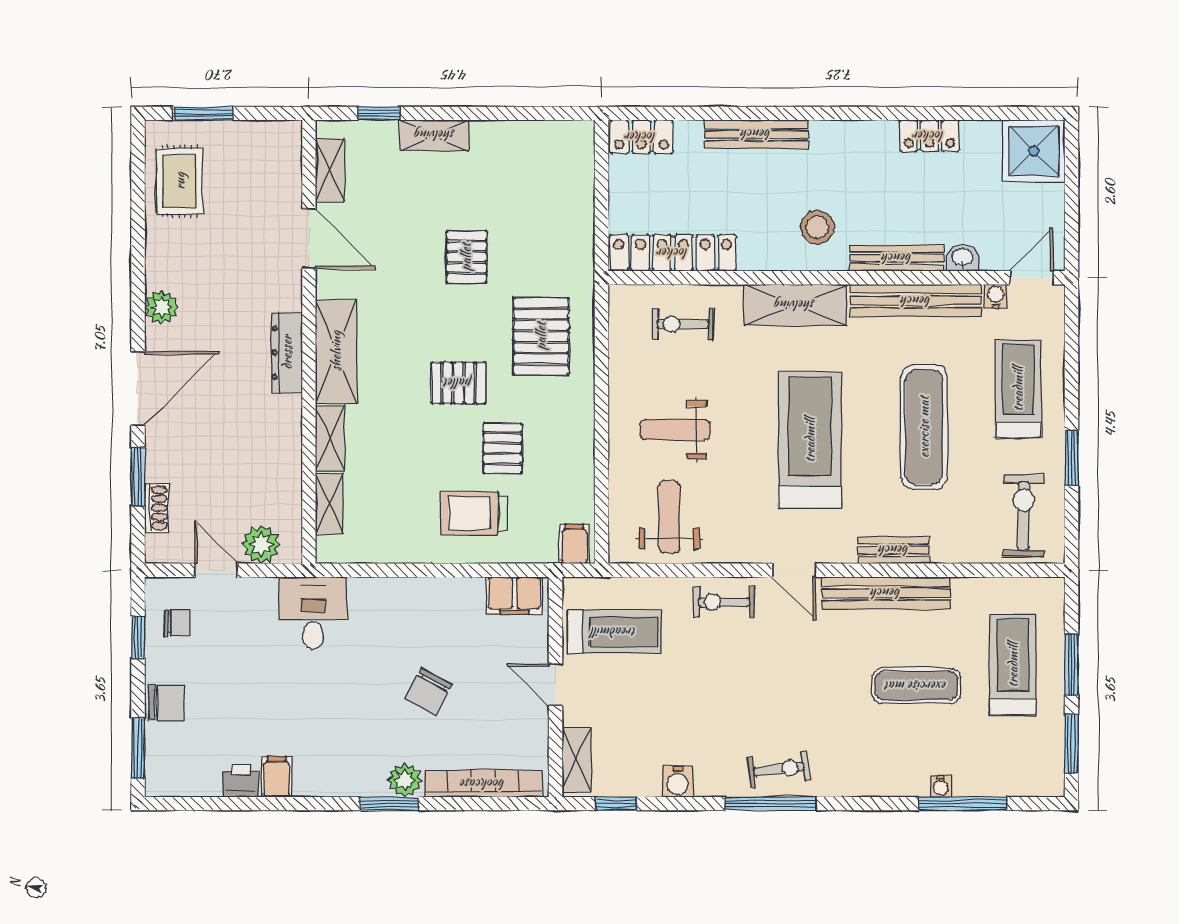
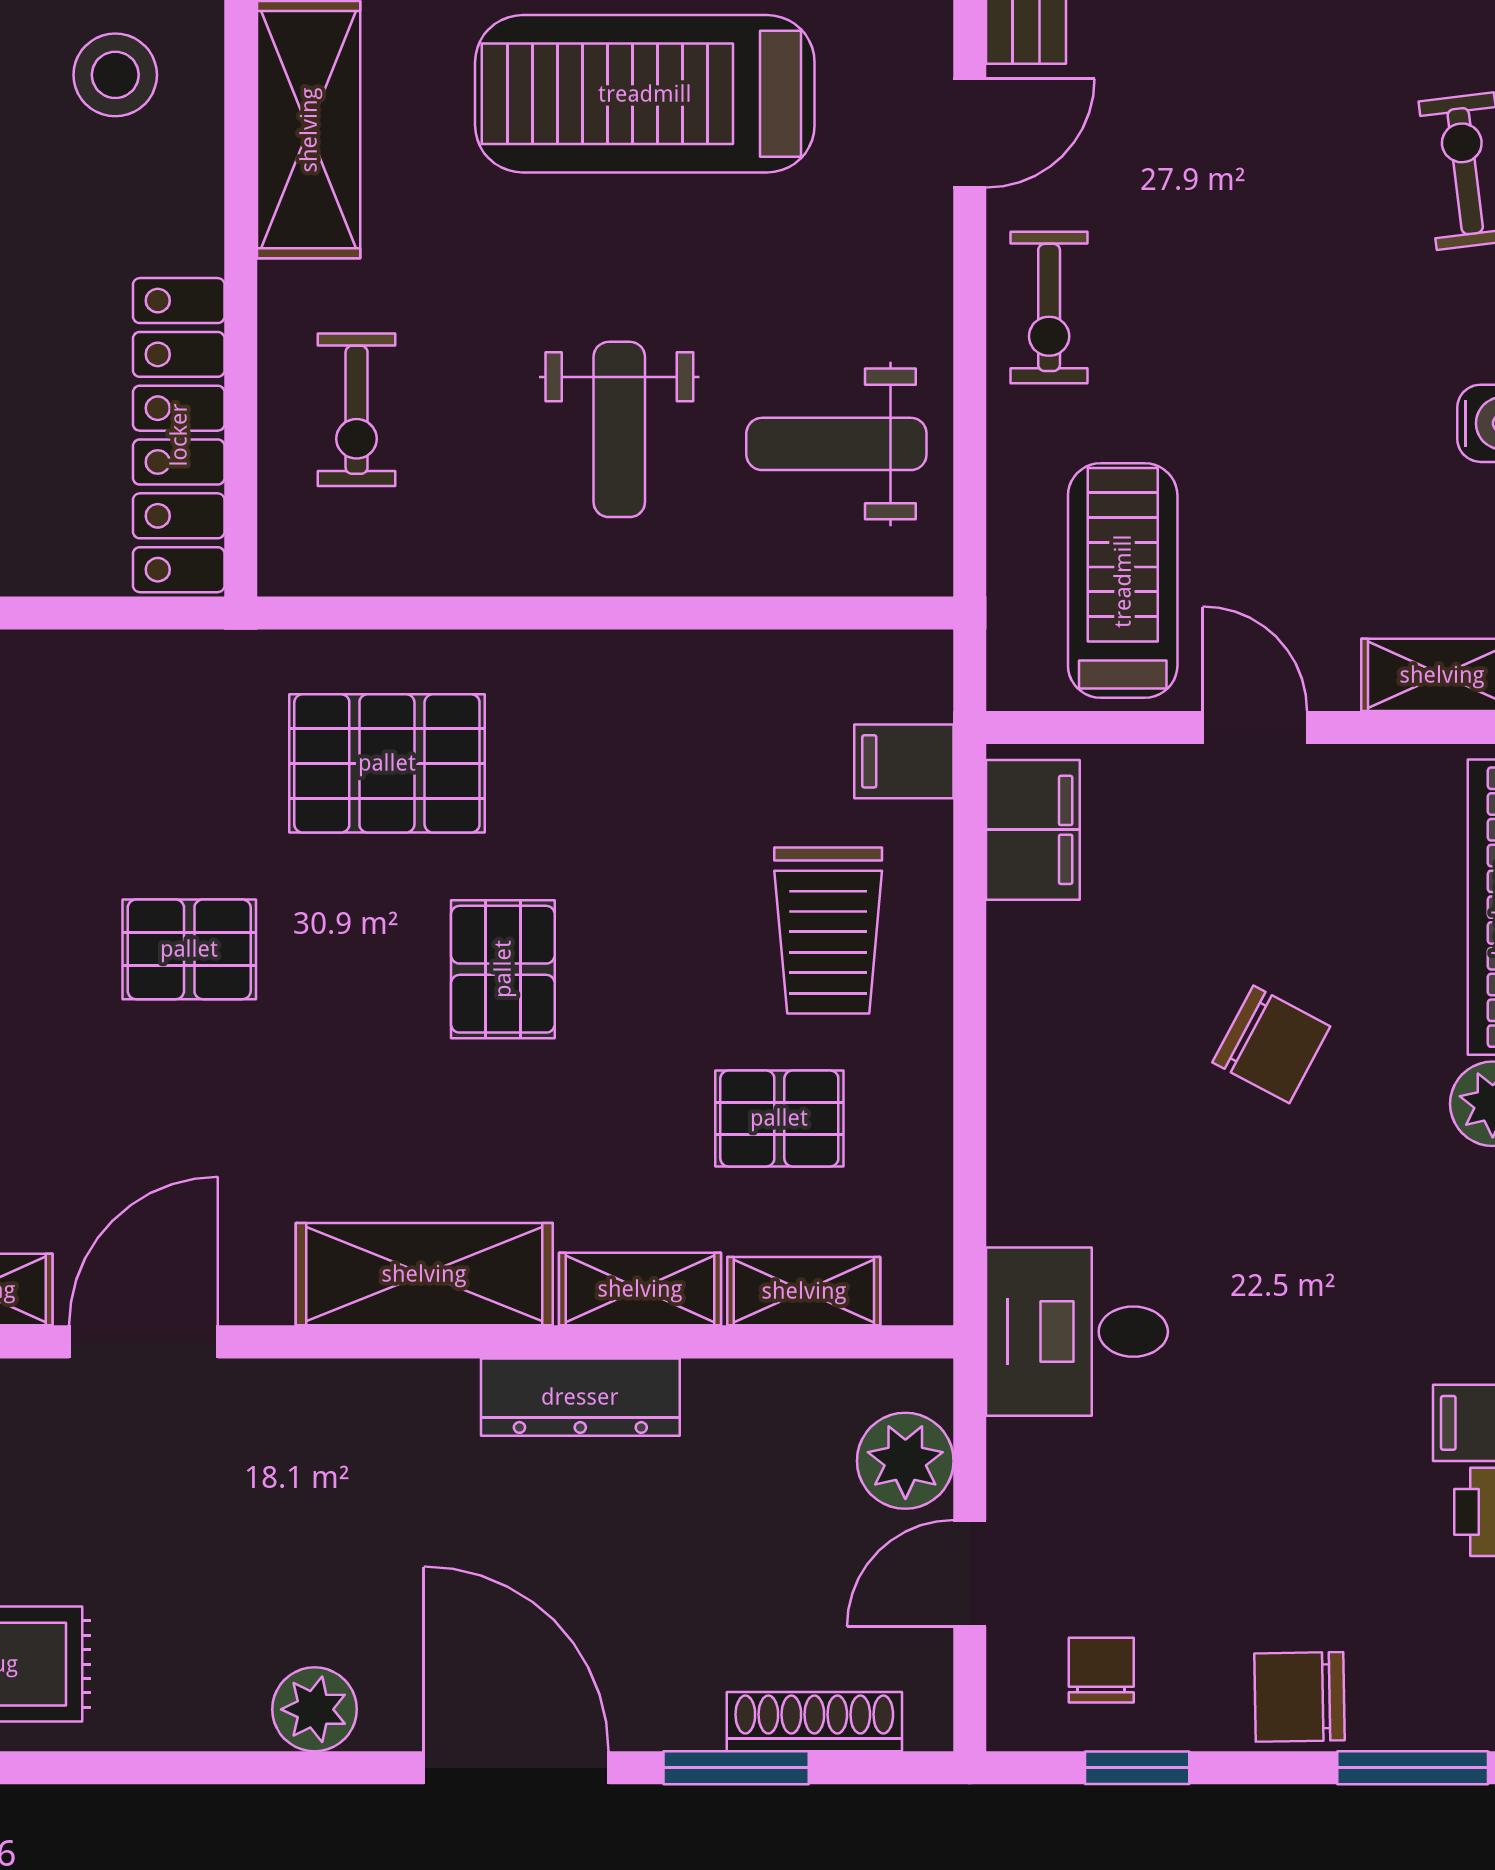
dresser: (287, 352) -> (580, 1397), moved
pallet: (502, 448) -> (779, 1118), moved
shoe rack: (156, 508) -> (814, 1722), width x1.43
filing cabinet: (574, 544) -> (904, 761), moved
door: (555, 685) -> (1255, 728), swing flipped
chair: (166, 703) -> (1300, 1697), turned -91

